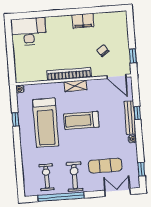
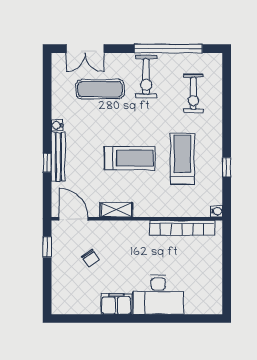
desk: (29, 32) -> (158, 295), moved
bookcase: (69, 74) -> (182, 228), moved
shelving: (75, 86) -> (117, 210), moved
treadmill: (46, 123) -> (182, 159), width x0.73, depth x0.73
window: (141, 169) -> (47, 80), removed
exercise bike: (47, 177) -> (193, 93), moved

